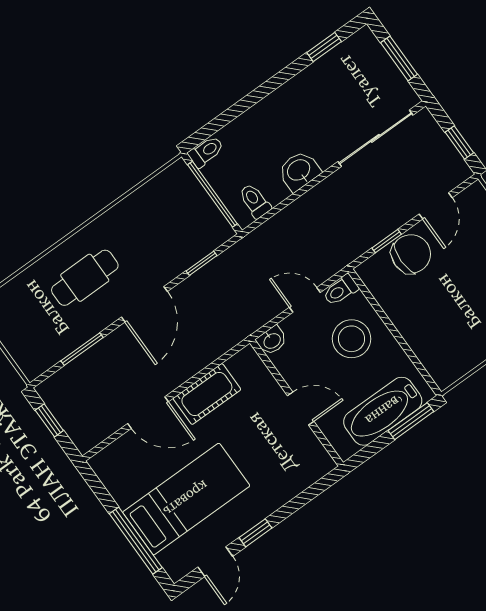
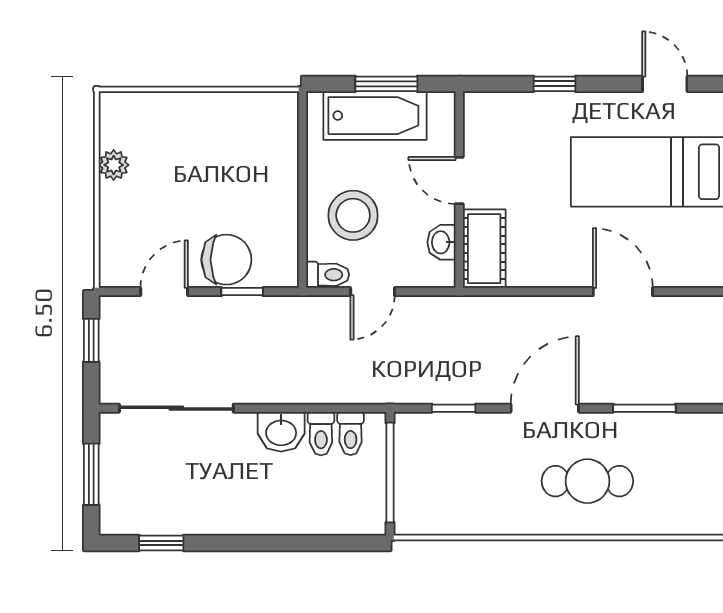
toilet: (206, 152) -> (321, 434), moved, turned -90
chair: (411, 254) -> (226, 260), turned 180
door: (305, 300) -> (373, 292), hinge flipped
washbasin: (272, 340) -> (441, 242), moved, turned -90
cot: (207, 394) -> (484, 249), moved, turned 90
window: (411, 421) -> (386, 84), moved
window: (255, 533) -> (554, 84), moved
door: (215, 562) -> (665, 84), hinge flipped

